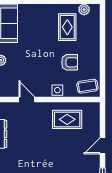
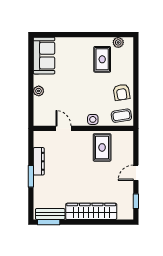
armchair: (70, 62) -> (122, 92), moved, turned 81
rug: (67, 119) -> (102, 147), turned 90

